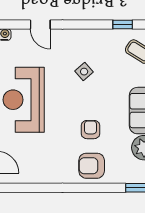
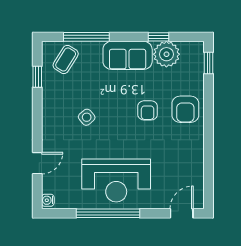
armchair: (91, 130) -> (148, 110), turned -90

